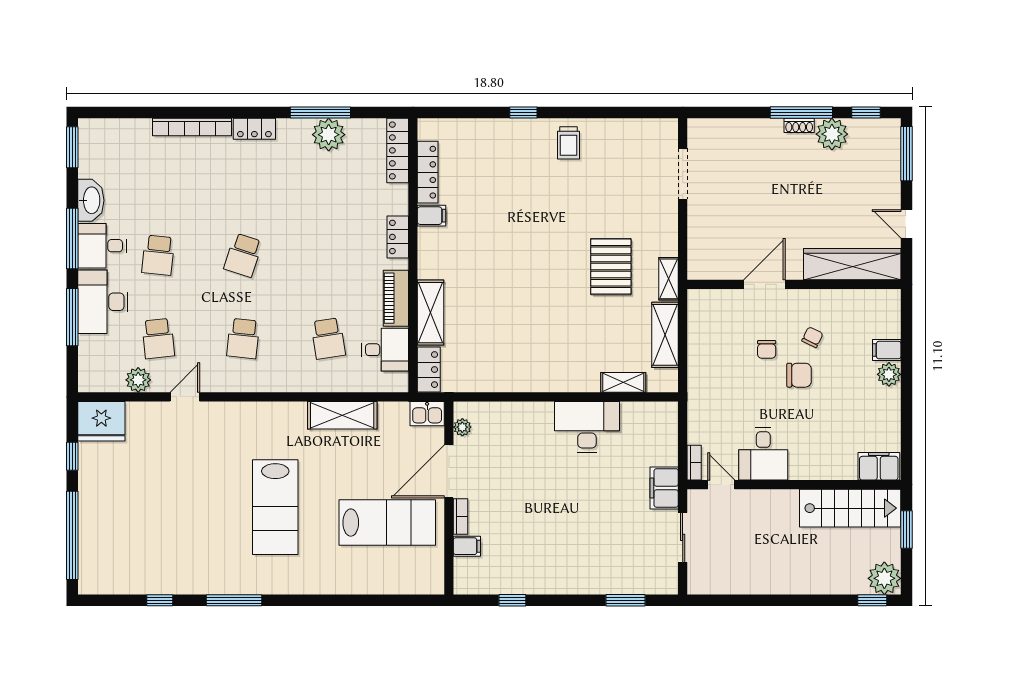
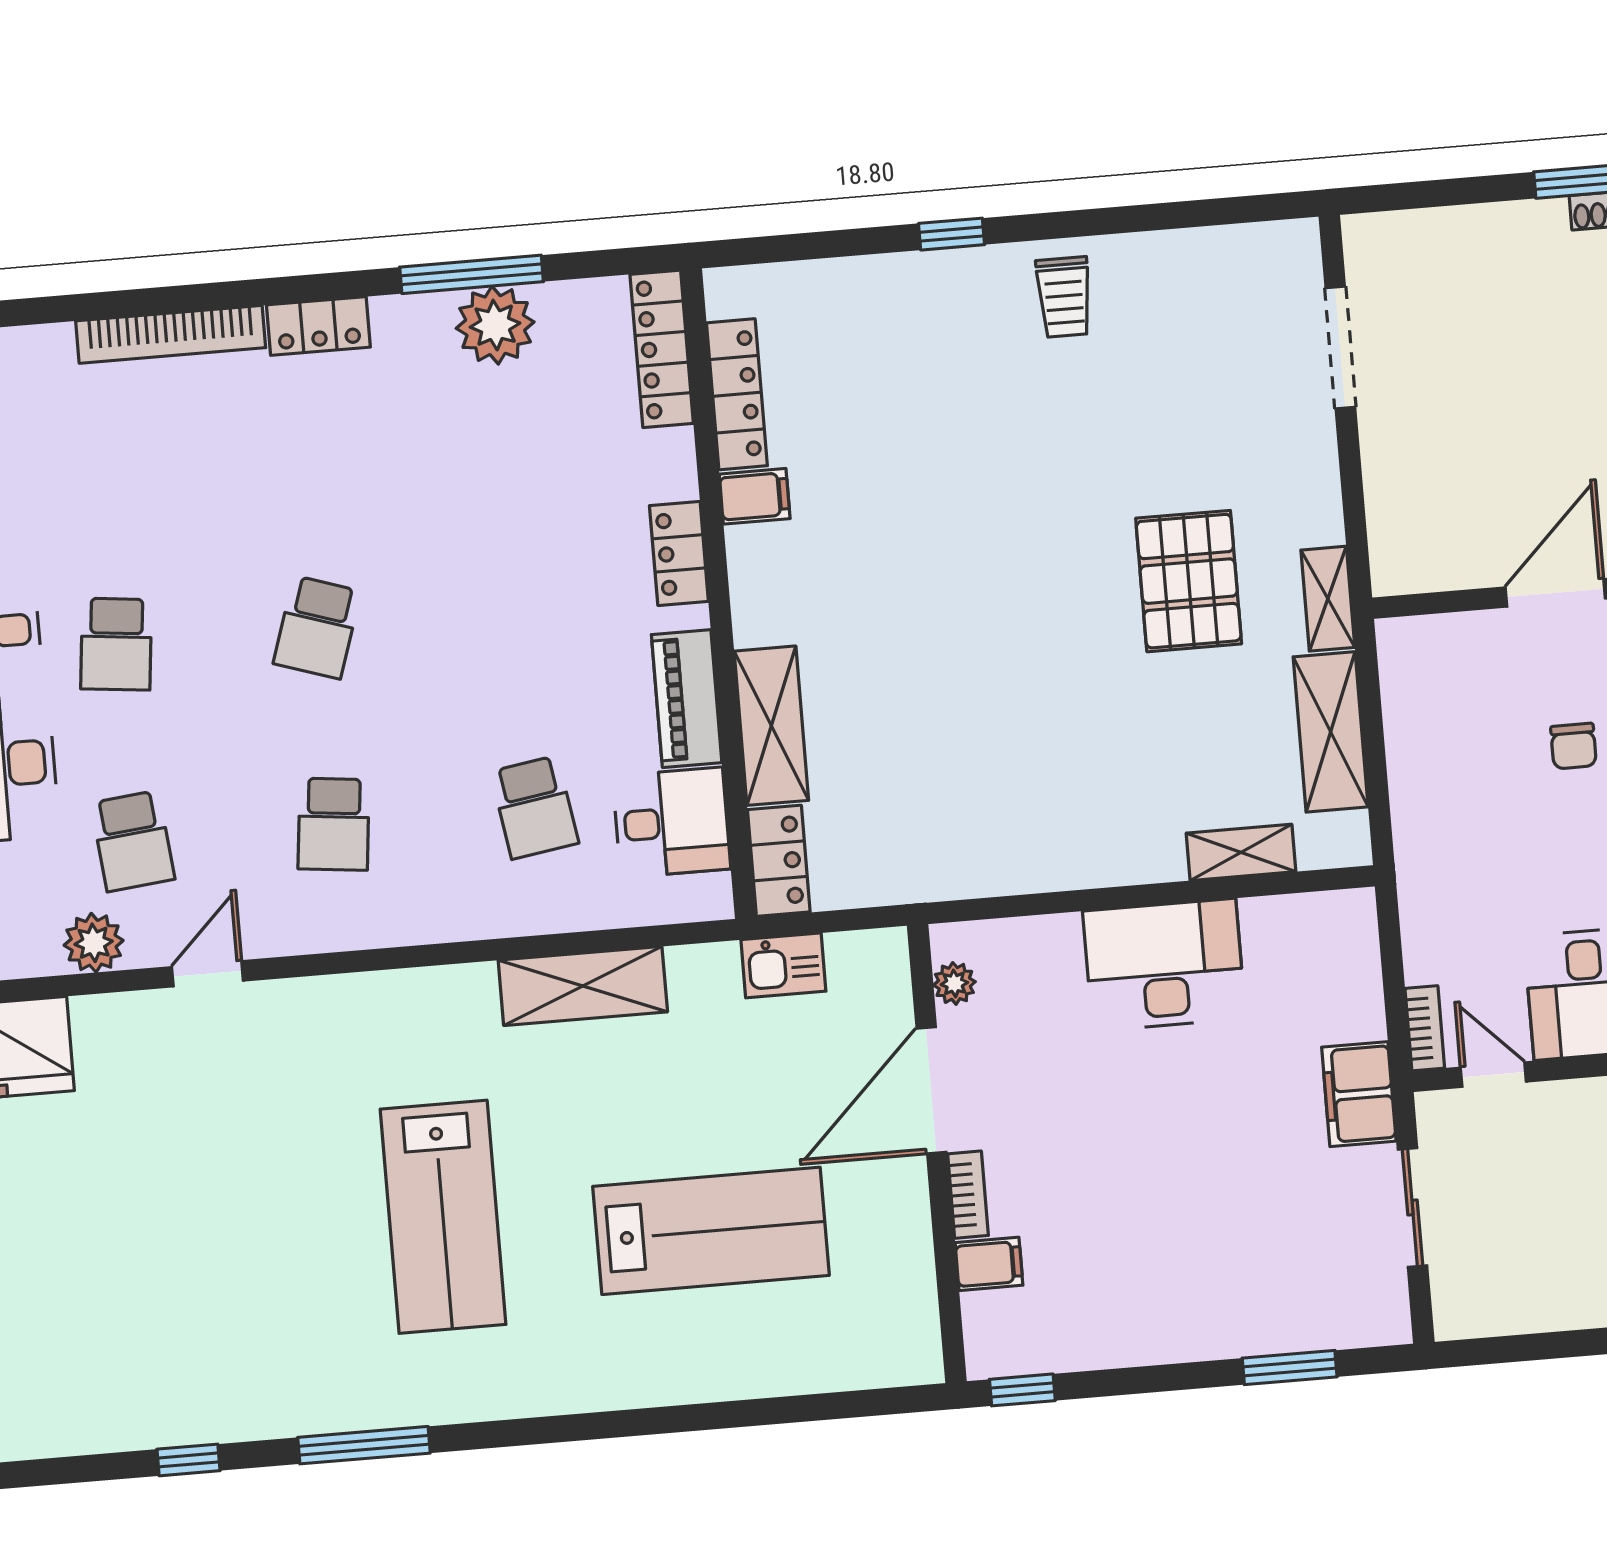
plant: (462, 427) -> (954, 983), moved
door: (449, 471) -> (932, 1090), moved
wall: (449, 498) -> (937, 1153), moved
bookcase: (461, 516) -> (968, 1195), moved
filing cabinet: (467, 546) -> (989, 1264), moved

